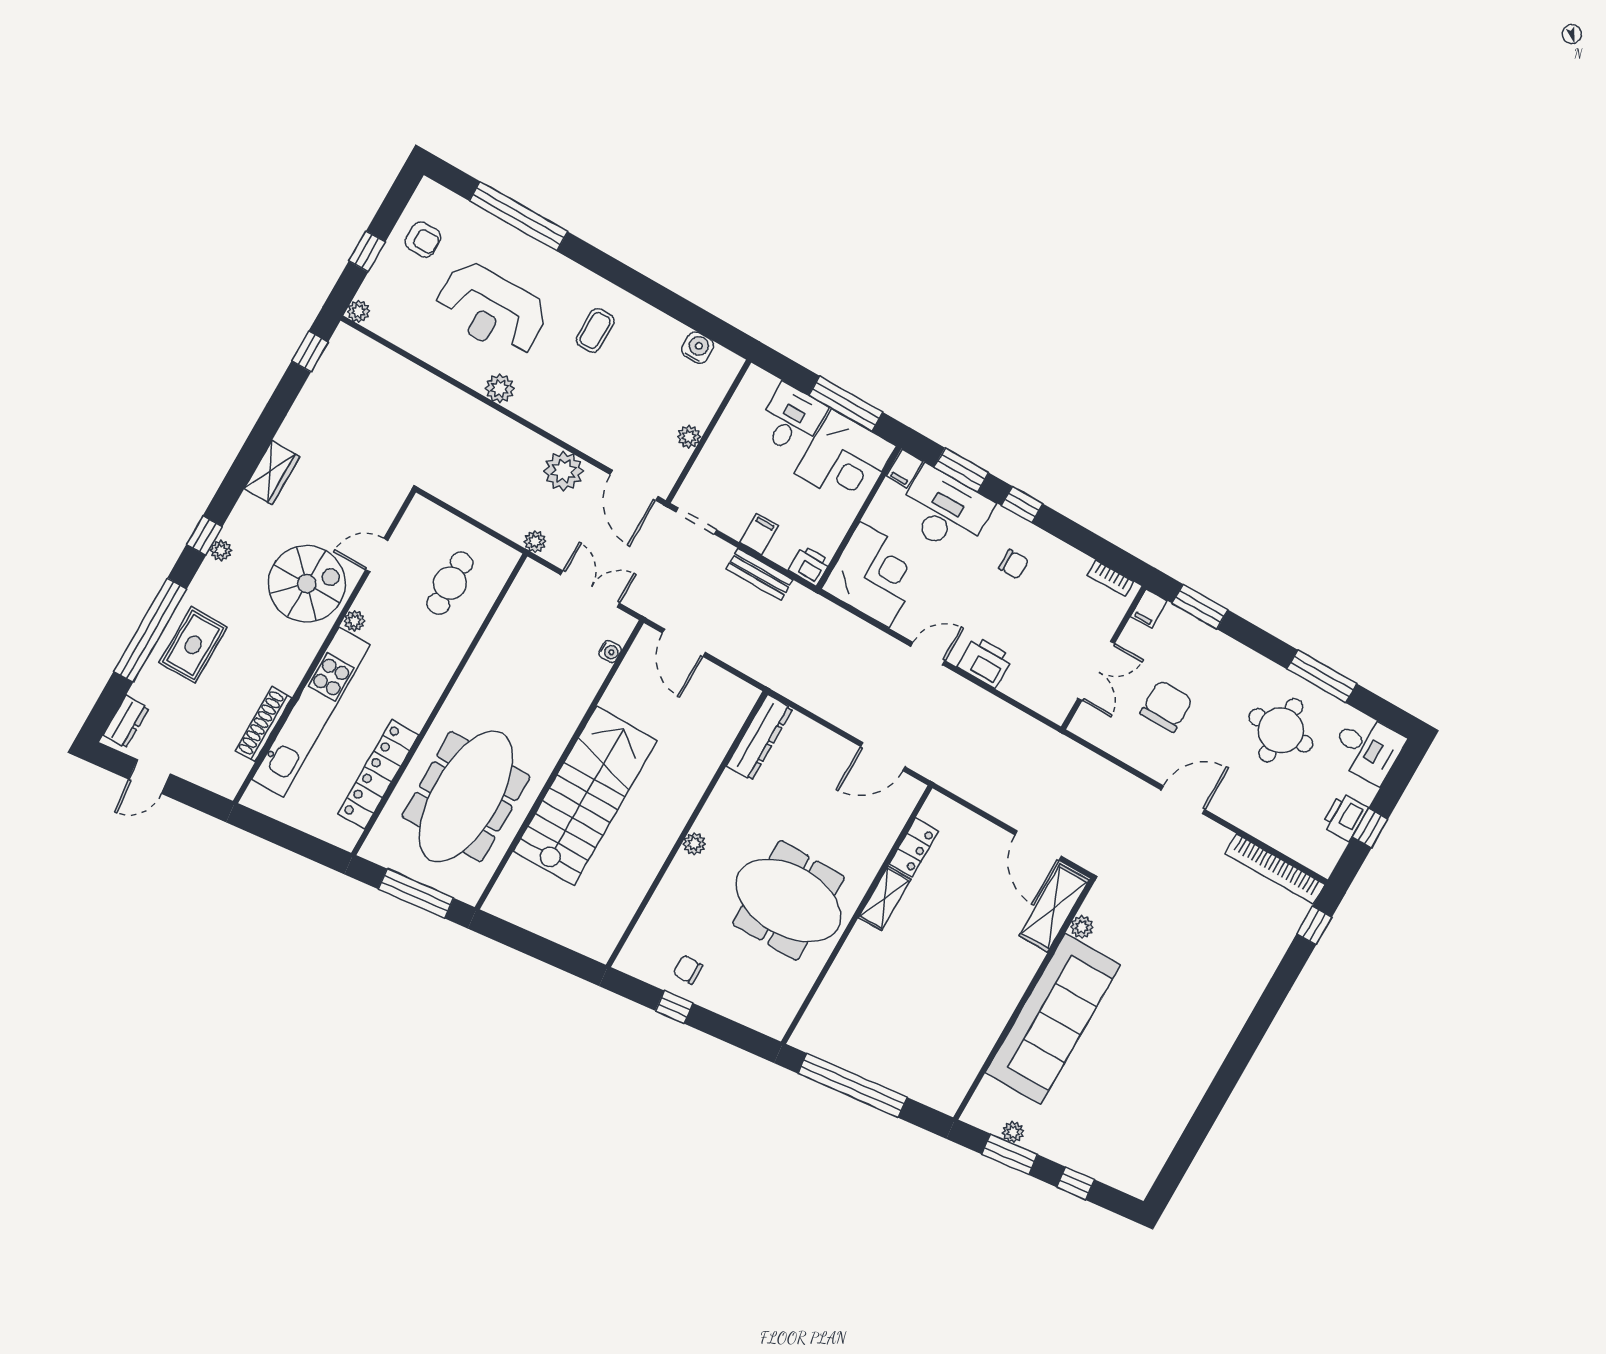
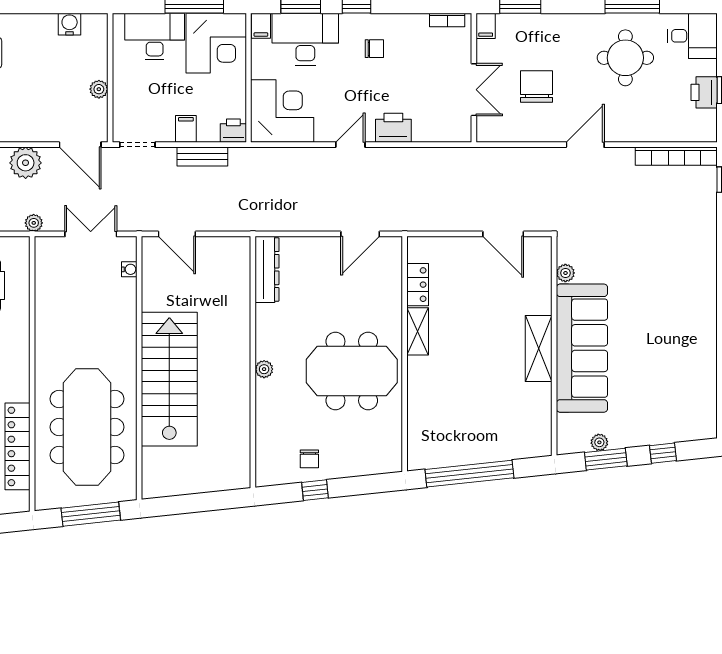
desk: (791, 419) -> (155, 36), width x1.37
shelving: (1054, 908) -> (539, 348), moved
chair: (688, 970) -> (309, 459), turned -90

